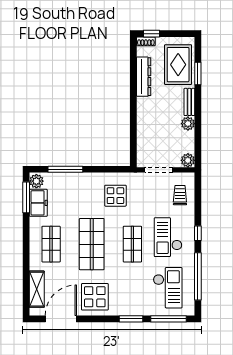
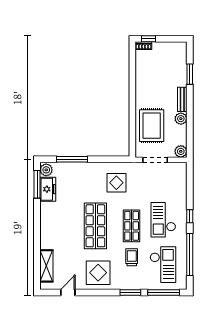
rug: (178, 65) -> (152, 126), moved
dresser: (144, 77) -> (142, 77), removed
trolley: (180, 195) -> (132, 257), moved
shop shelf: (51, 244) -> (59, 226), removed
door: (61, 319) -> (68, 292), width x0.53

